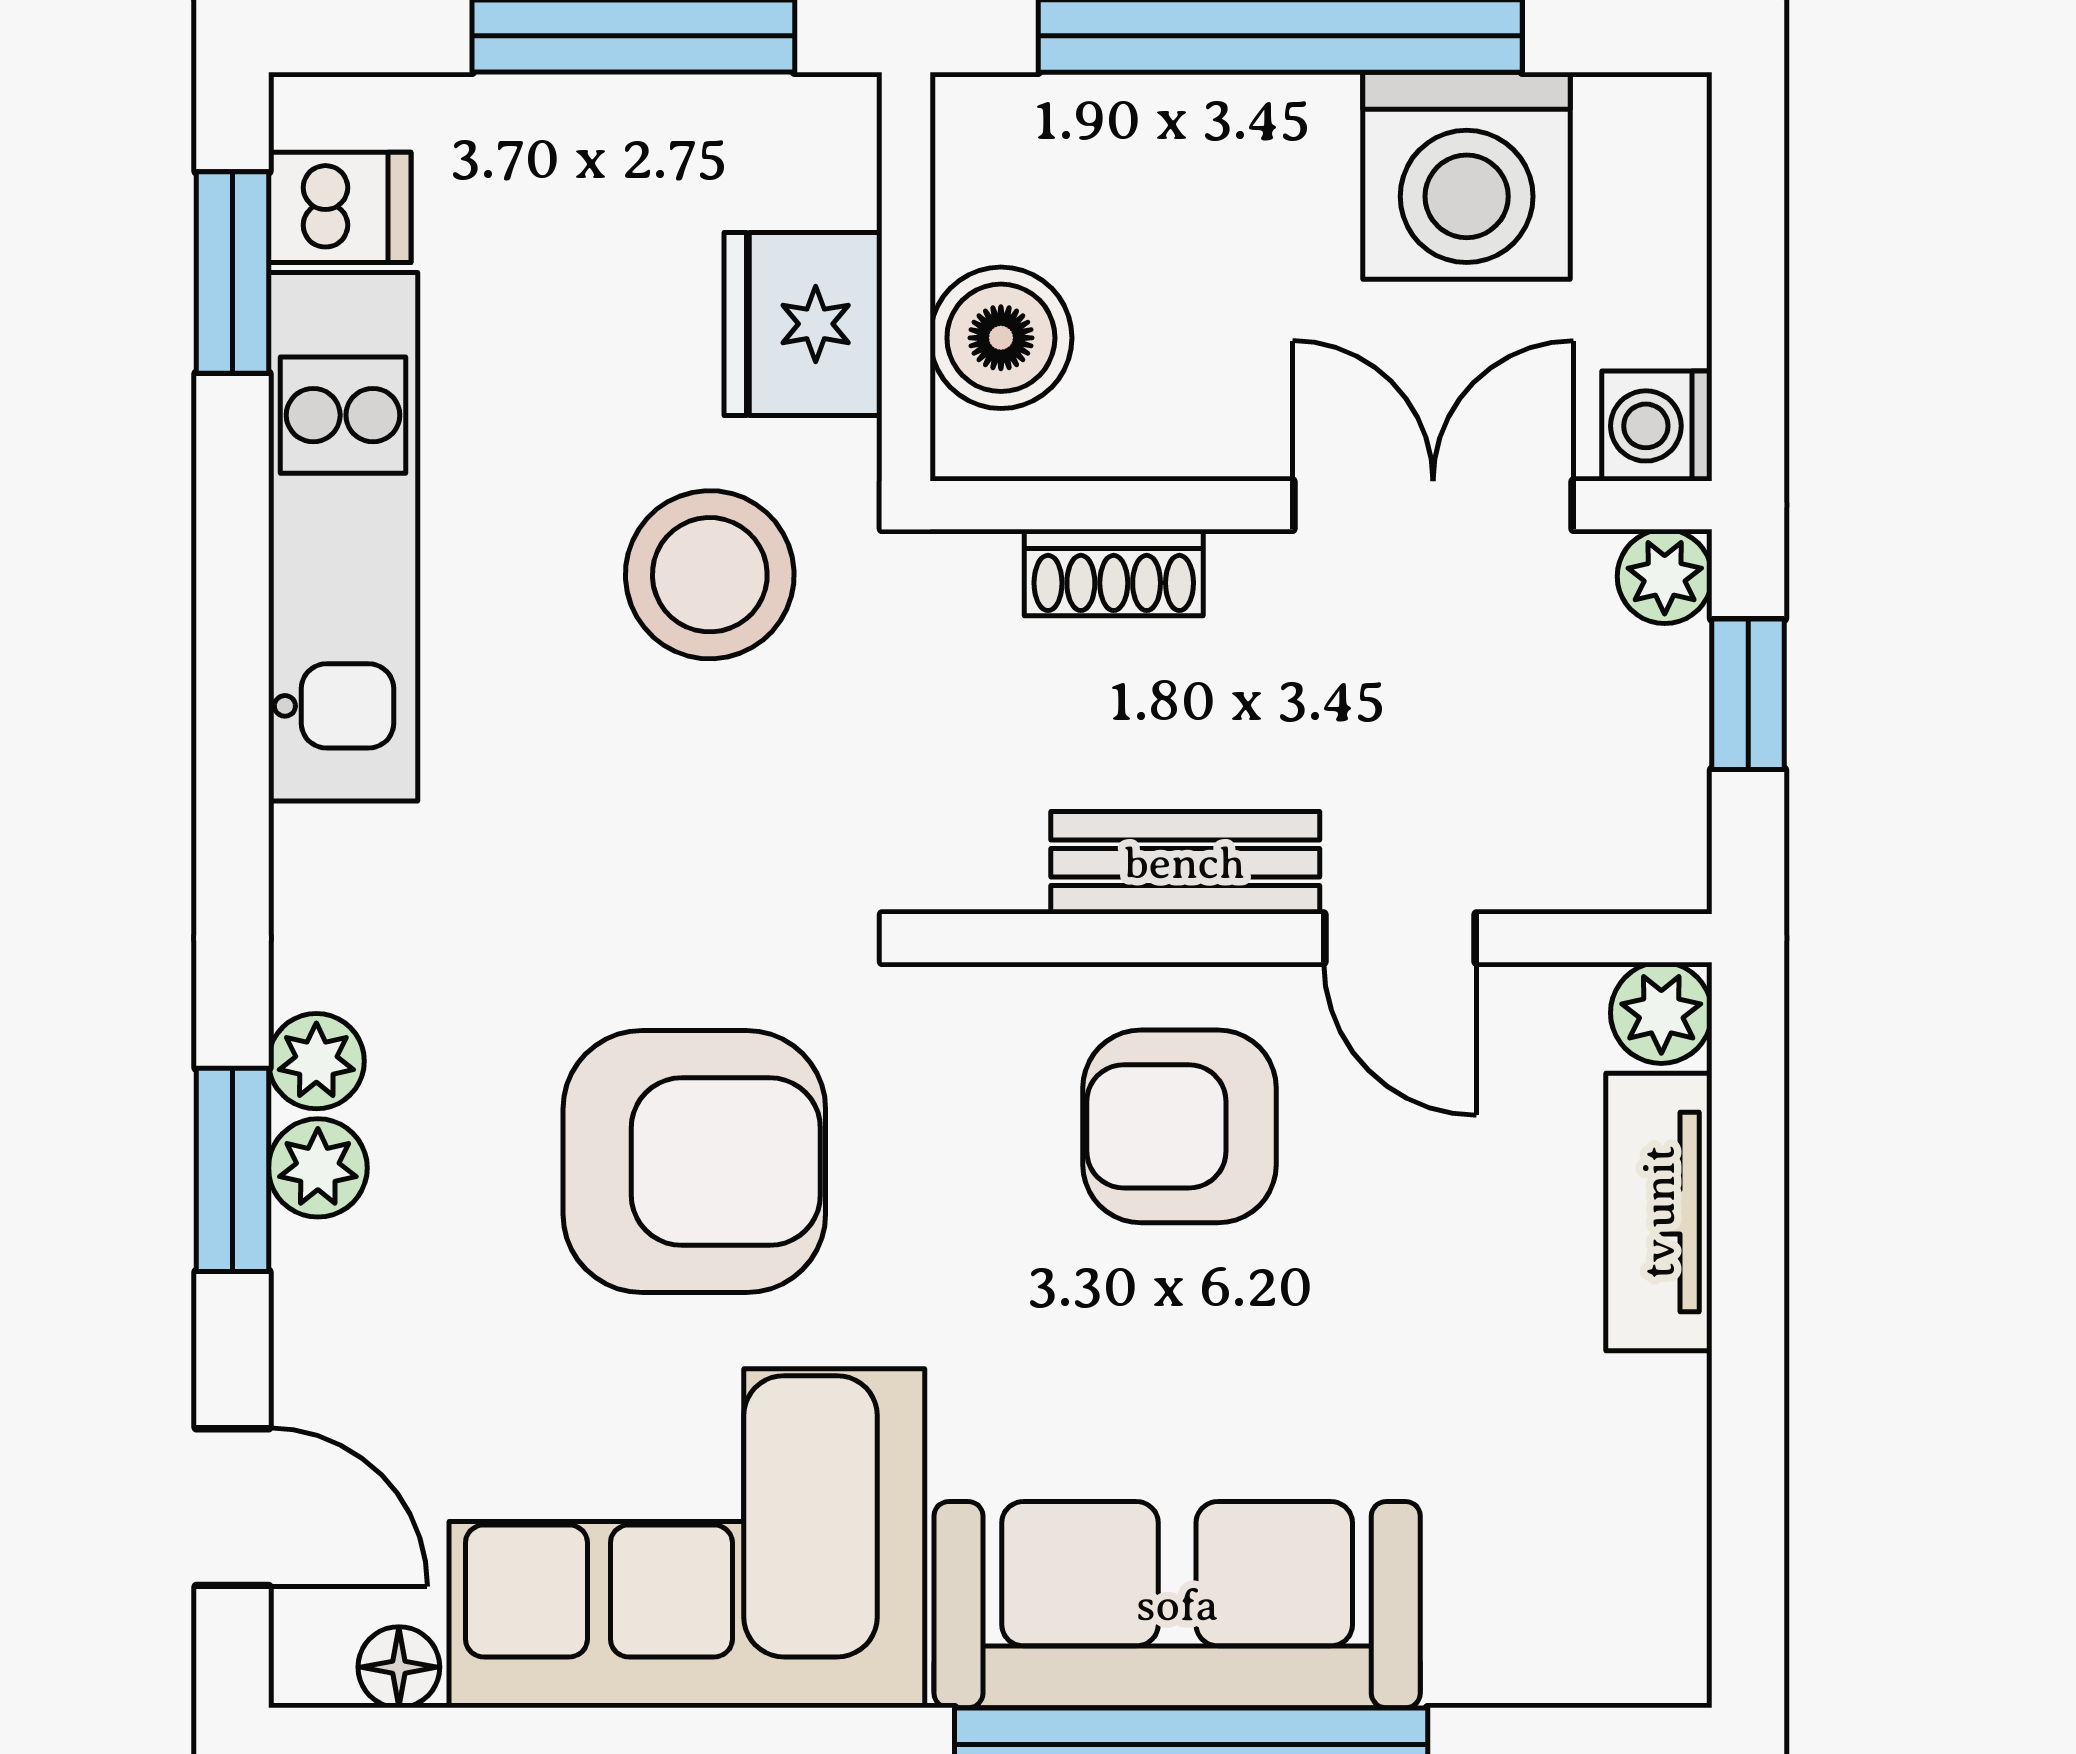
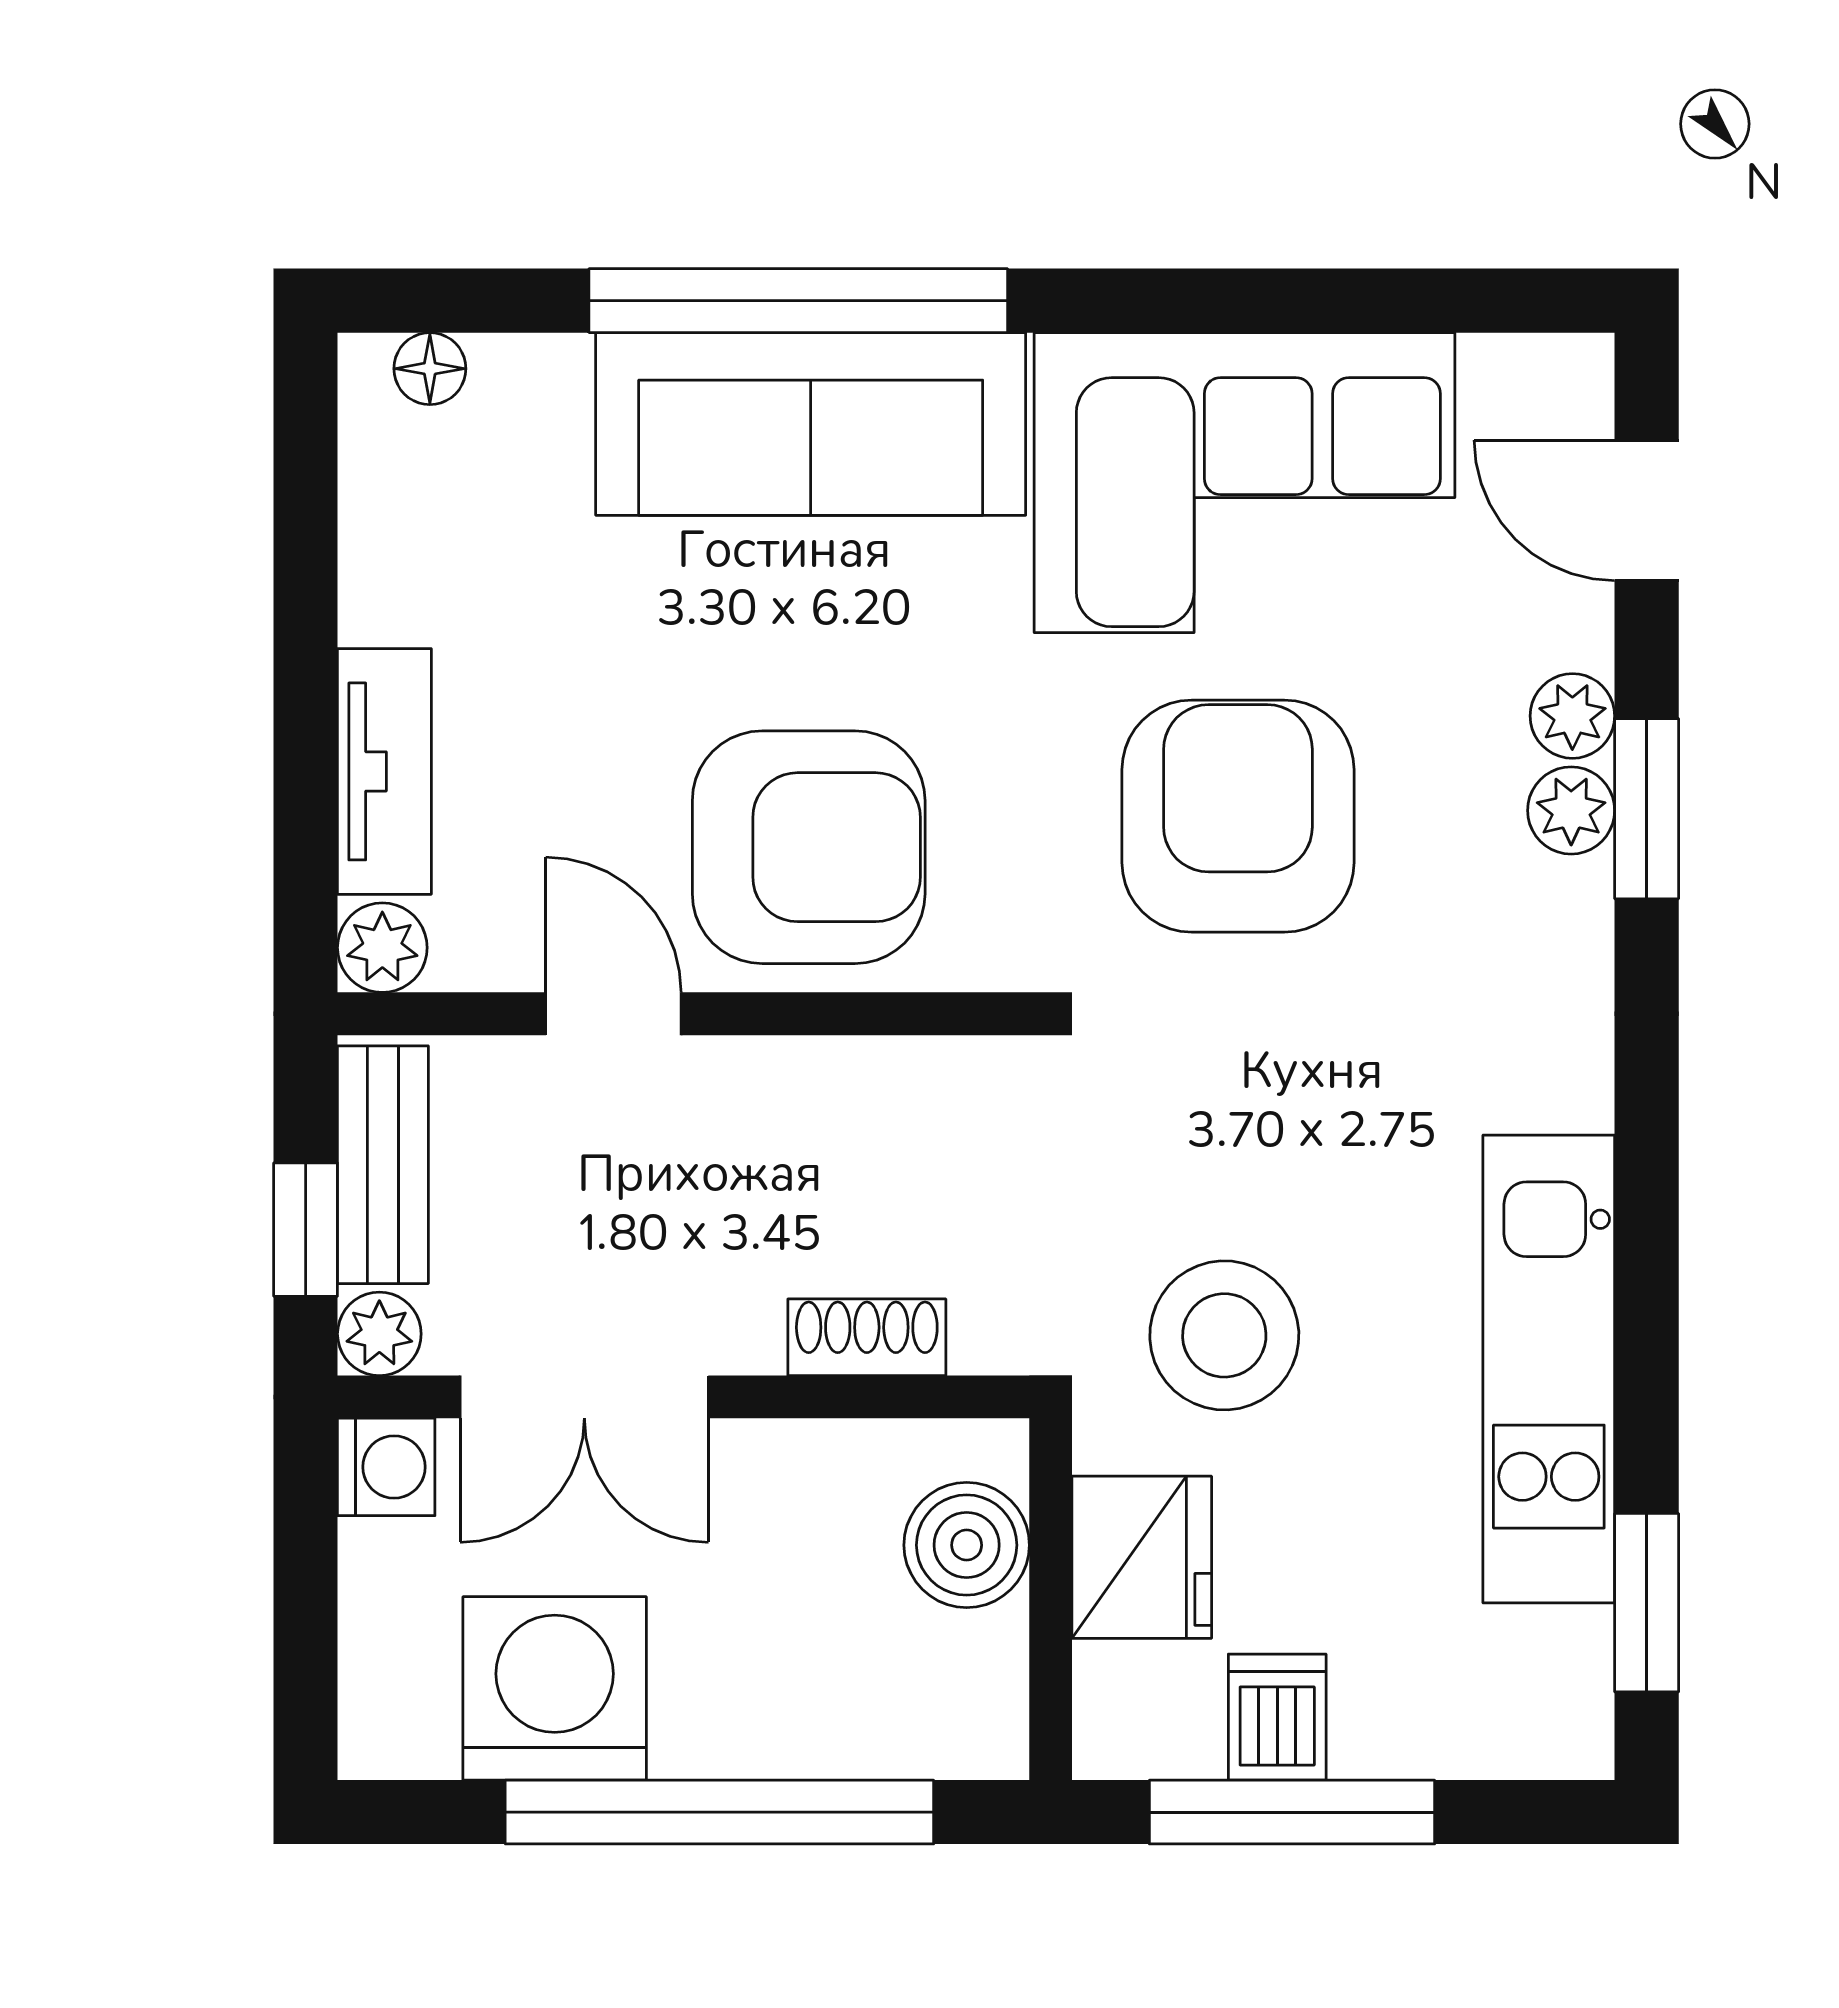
dishwasher: (340, 207) -> (1277, 1717), moved, turned 90
bench: (1185, 863) -> (383, 1165), moved, turned 90
plant: (316, 1061) -> (1572, 716), moved
armchair: (1180, 1126) -> (809, 847), width x1.36, depth x1.36
armchair: (694, 1162) -> (1238, 816), turned 90
floor lamp: (399, 1667) -> (430, 369), moved

